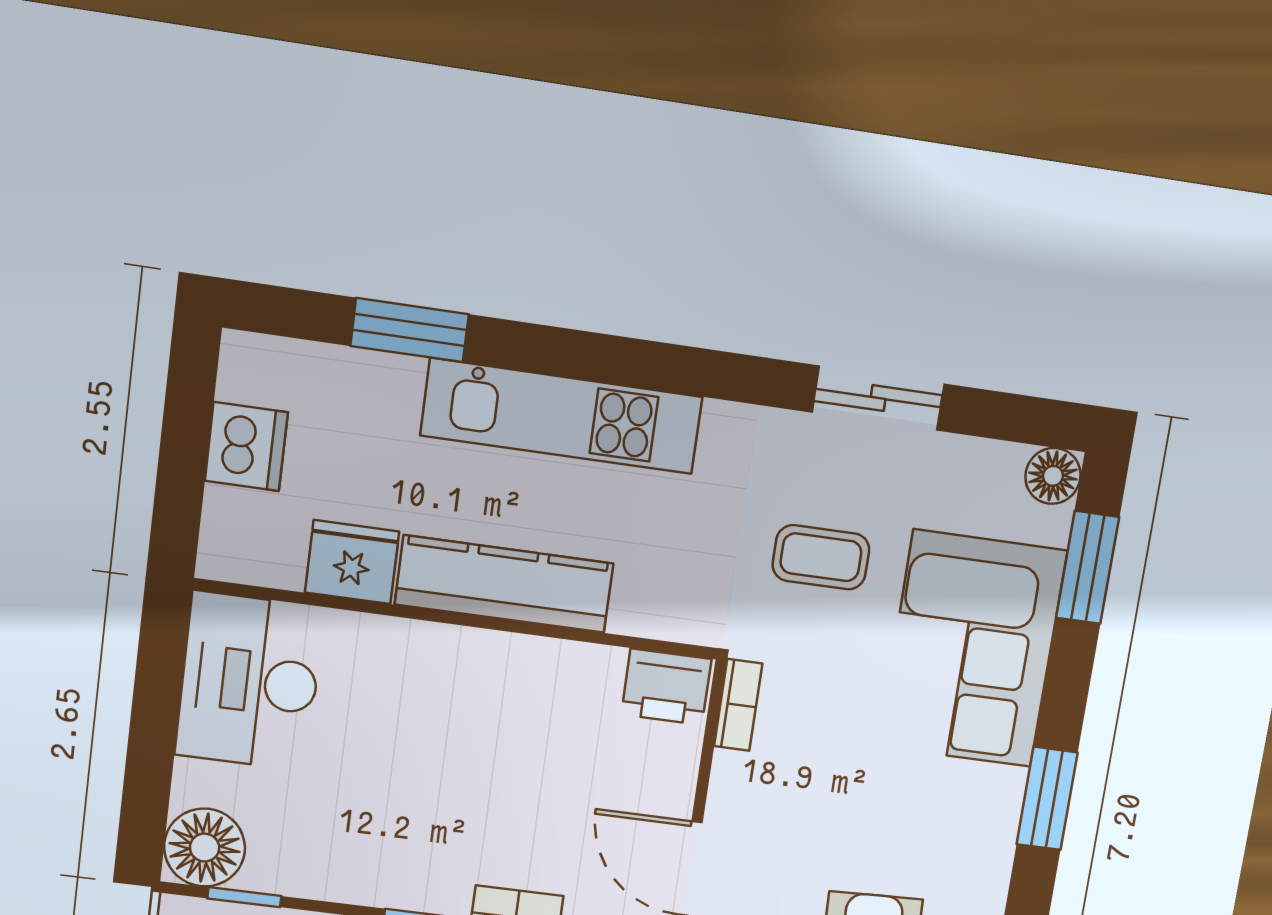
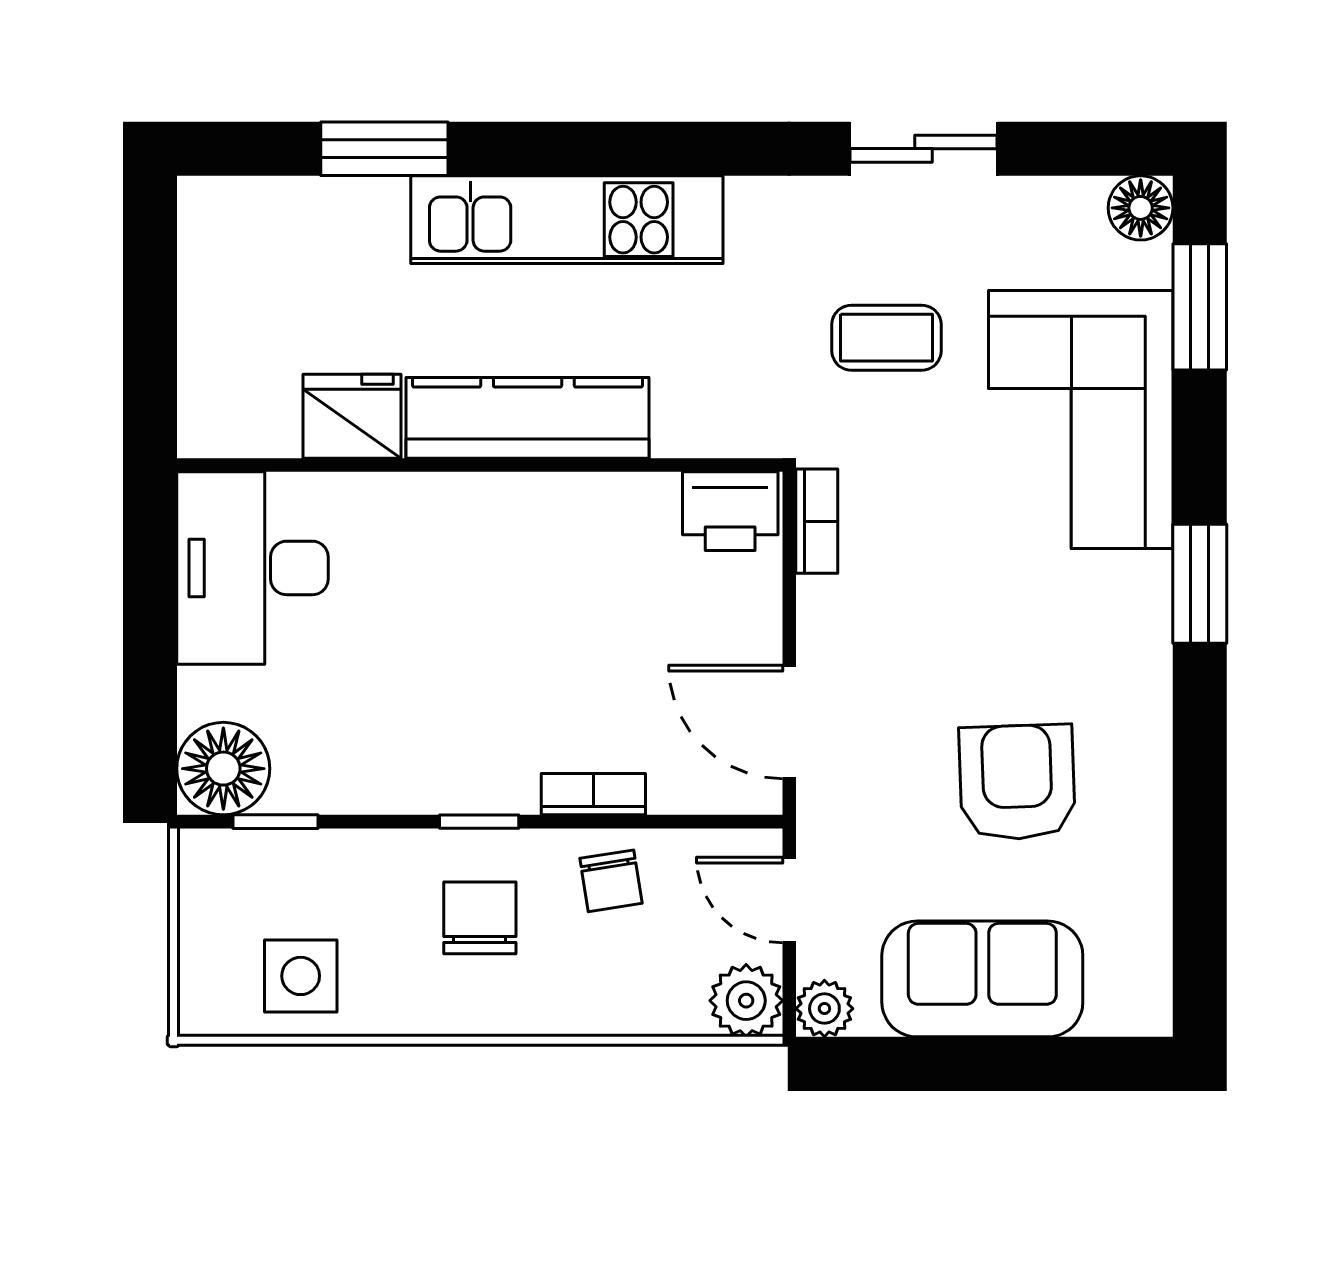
dishwasher: (246, 447) -> (219, 303), removed

